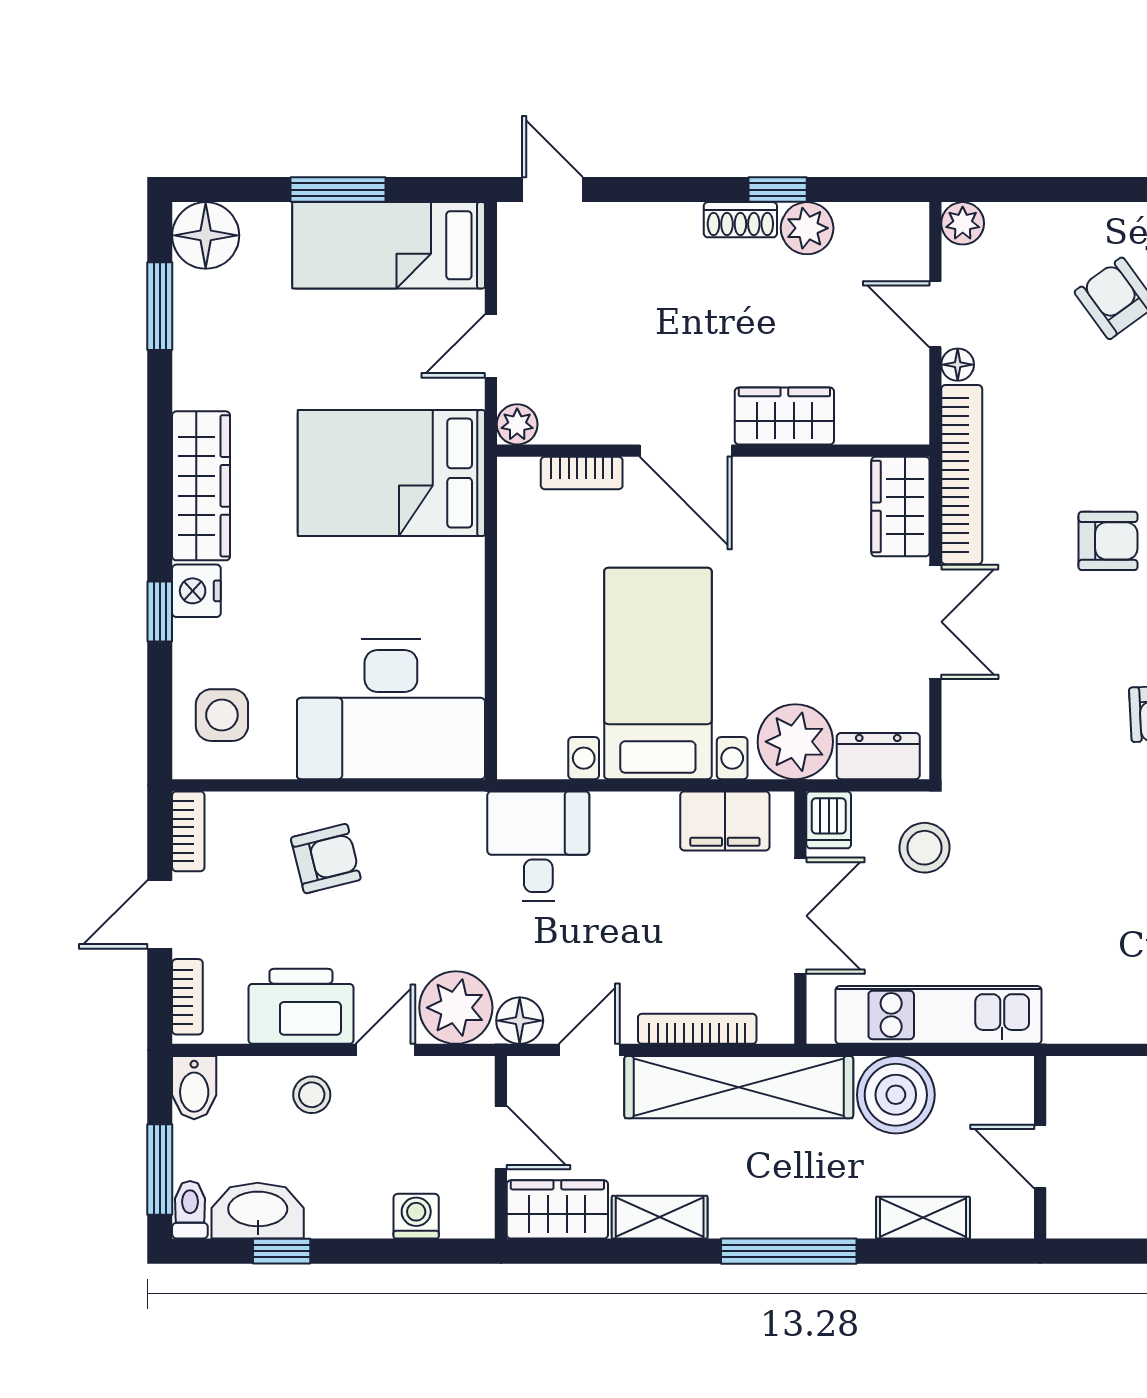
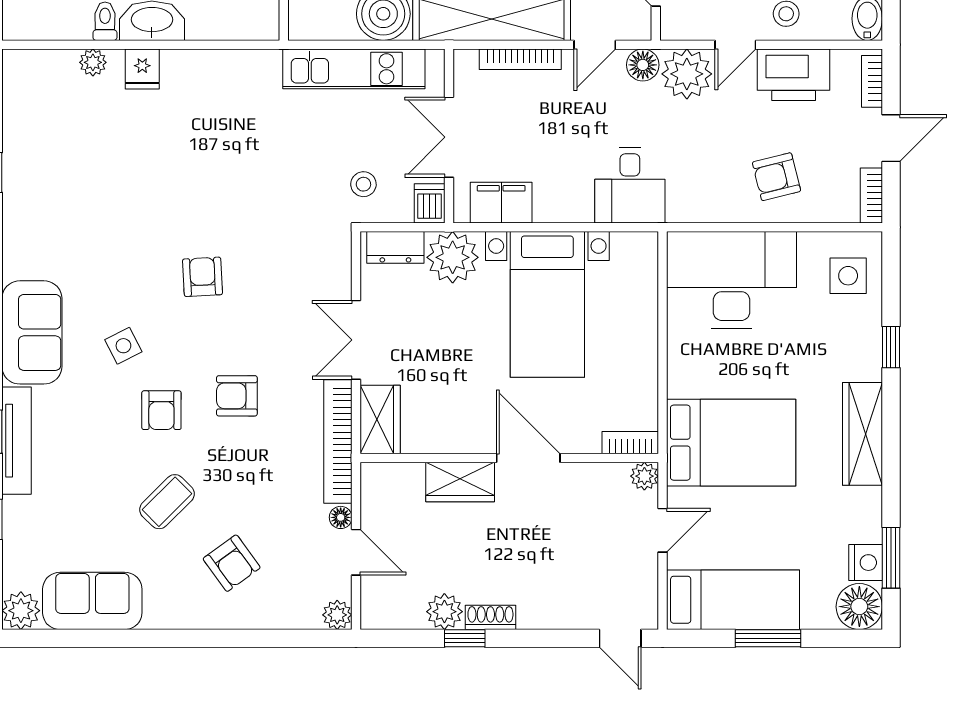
bookcase: (582, 473) -> (630, 443), moved
nightstand: (196, 591) -> (866, 563), moved
stool: (925, 848) -> (363, 184), width x0.73, depth x0.73

